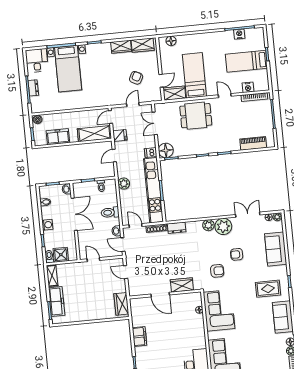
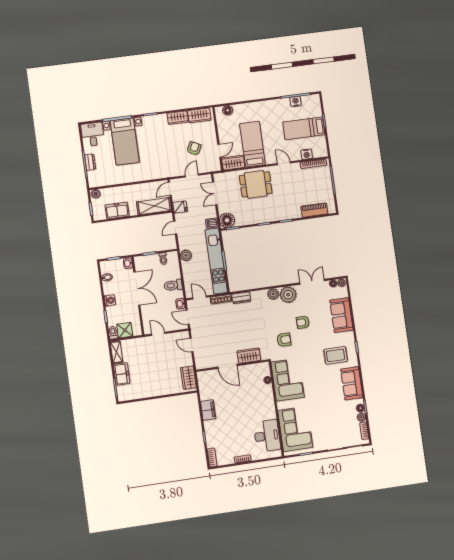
freezer: (57, 301) -> (122, 374), width x0.71

